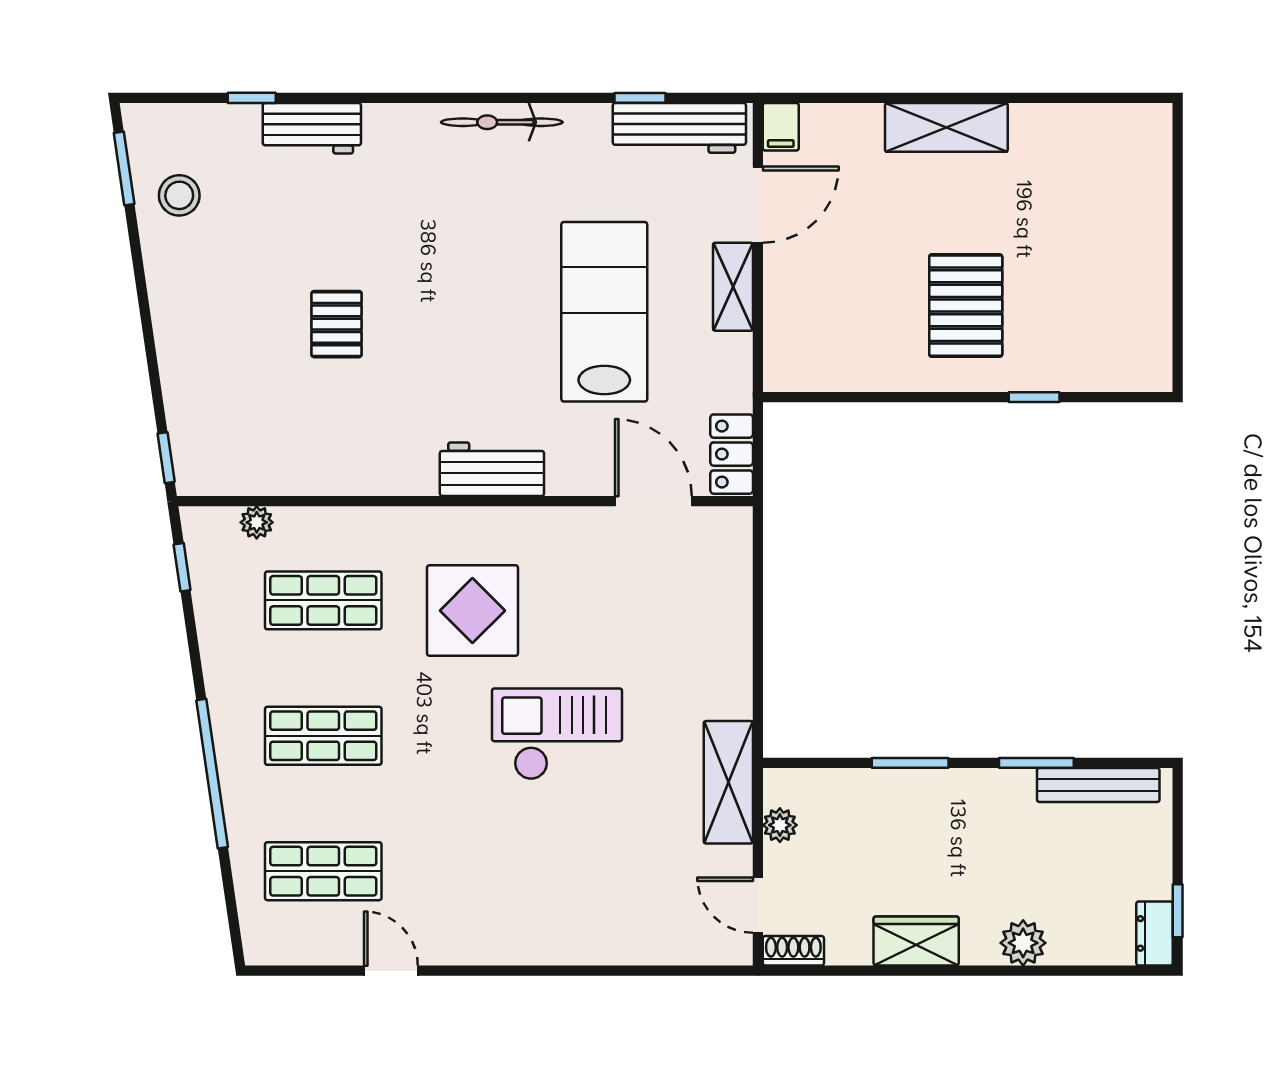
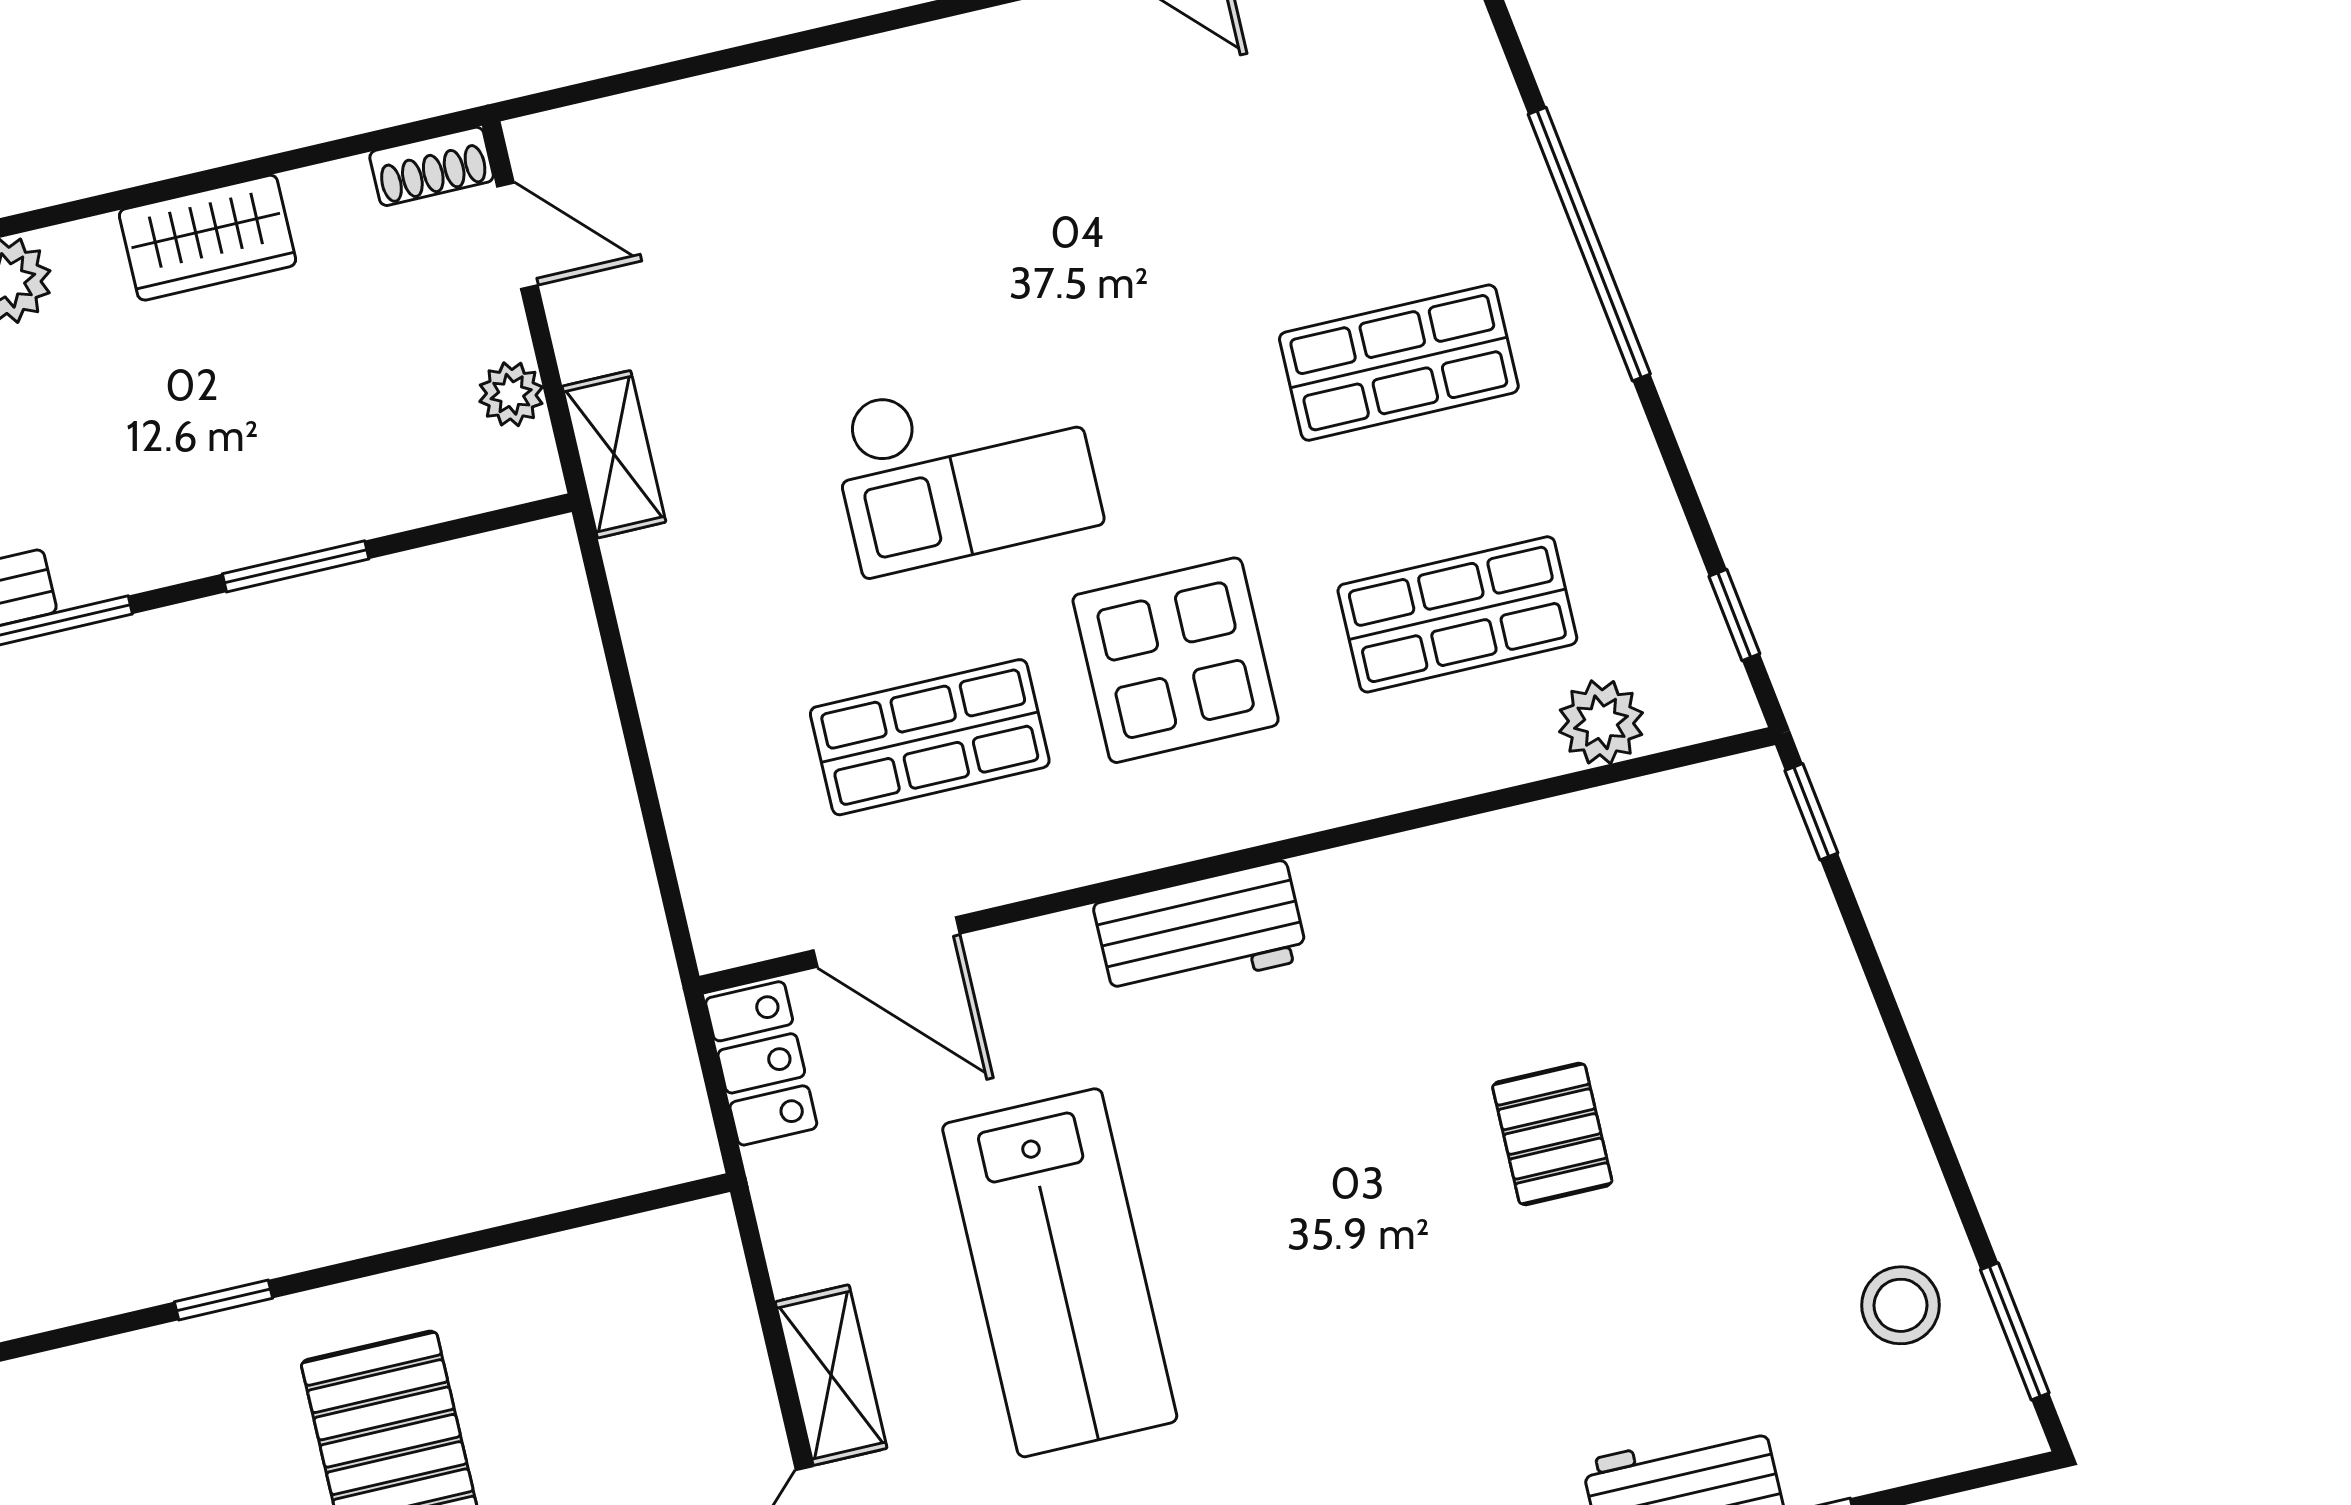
plant: (257, 522) -> (1601, 722), width x1.38, depth x1.38
shelving: (728, 782) -> (614, 454), width x0.67, depth x0.75
shop shelf: (323, 871) -> (930, 737), moved

